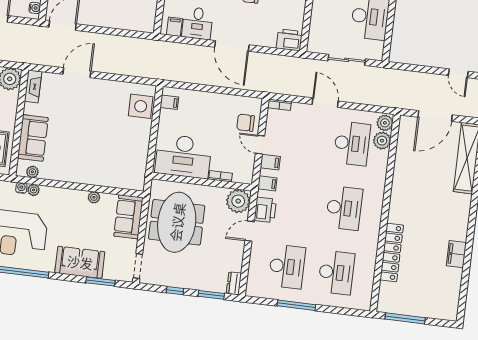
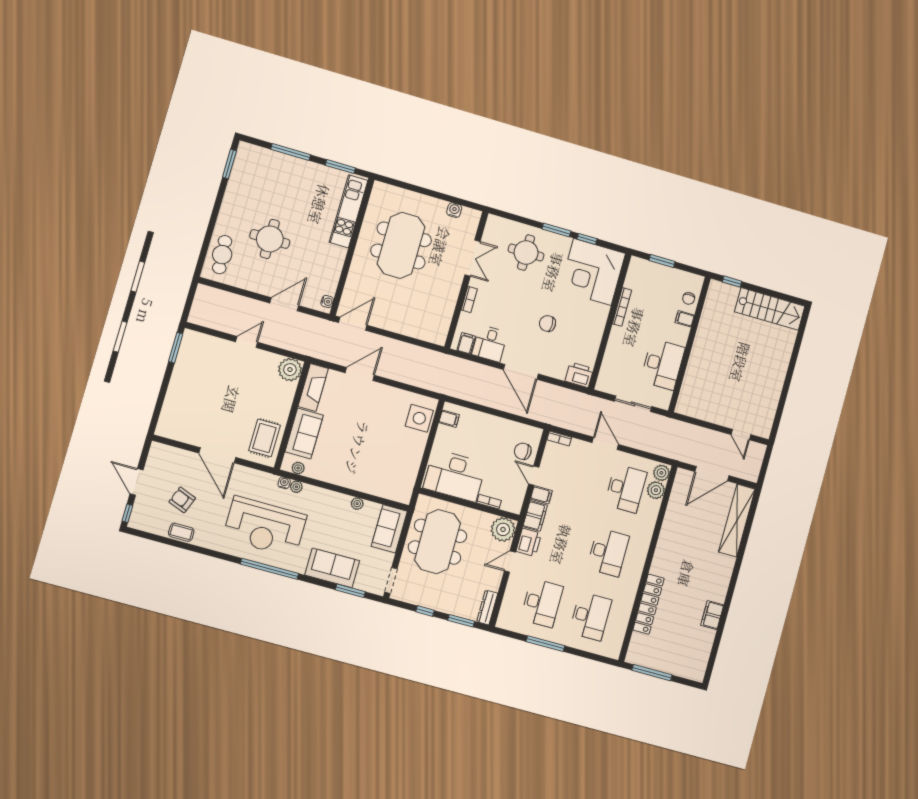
fireplace: (33, 86) -> (313, 387), width x1.37, depth x1.32
filing cabinet: (267, 183) -> (535, 516), width x2.00
dresser: (234, 283) -> (487, 607), width x1.44

